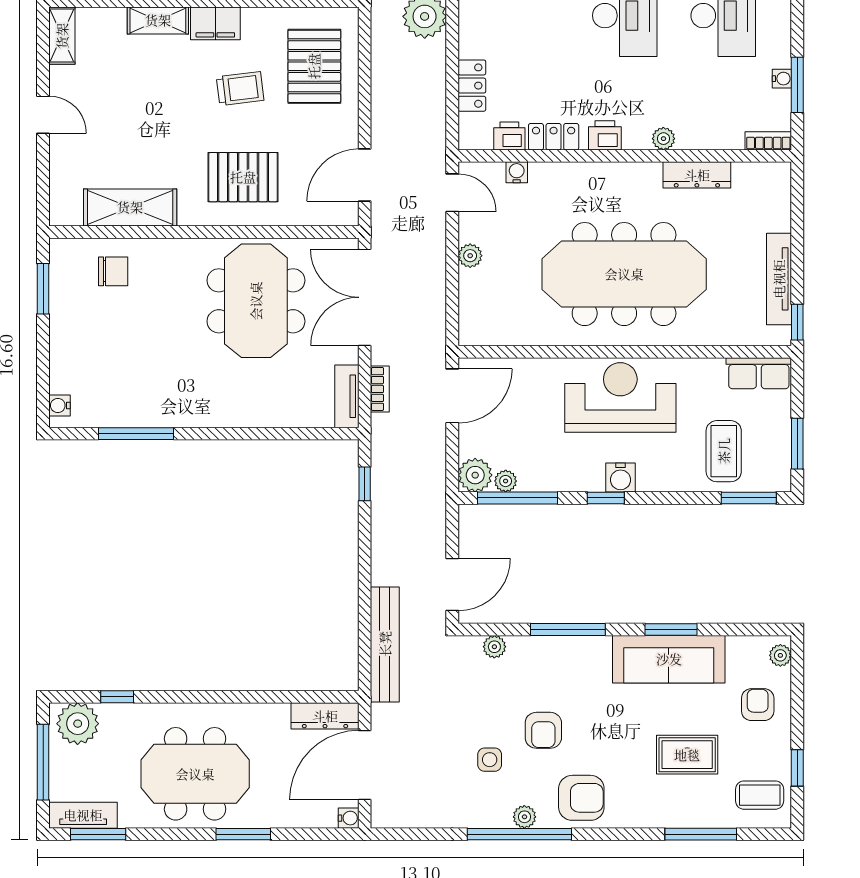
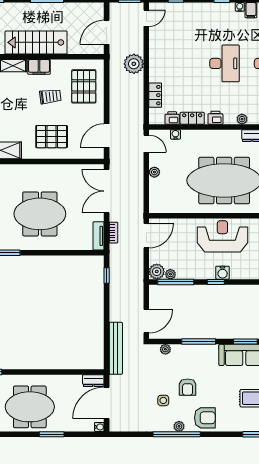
meeting table: (256, 301) -> (40, 214), moved, turned 90
dresser: (325, 716) -> (93, 381), width x0.70

